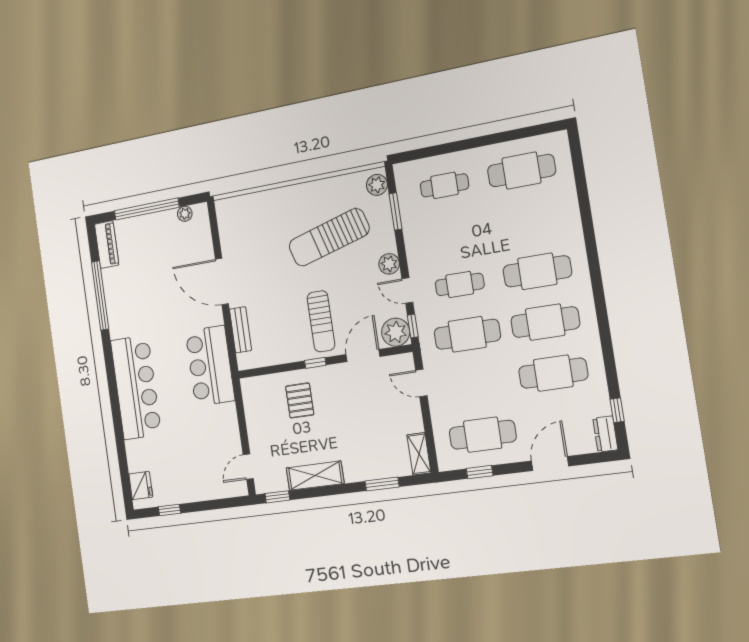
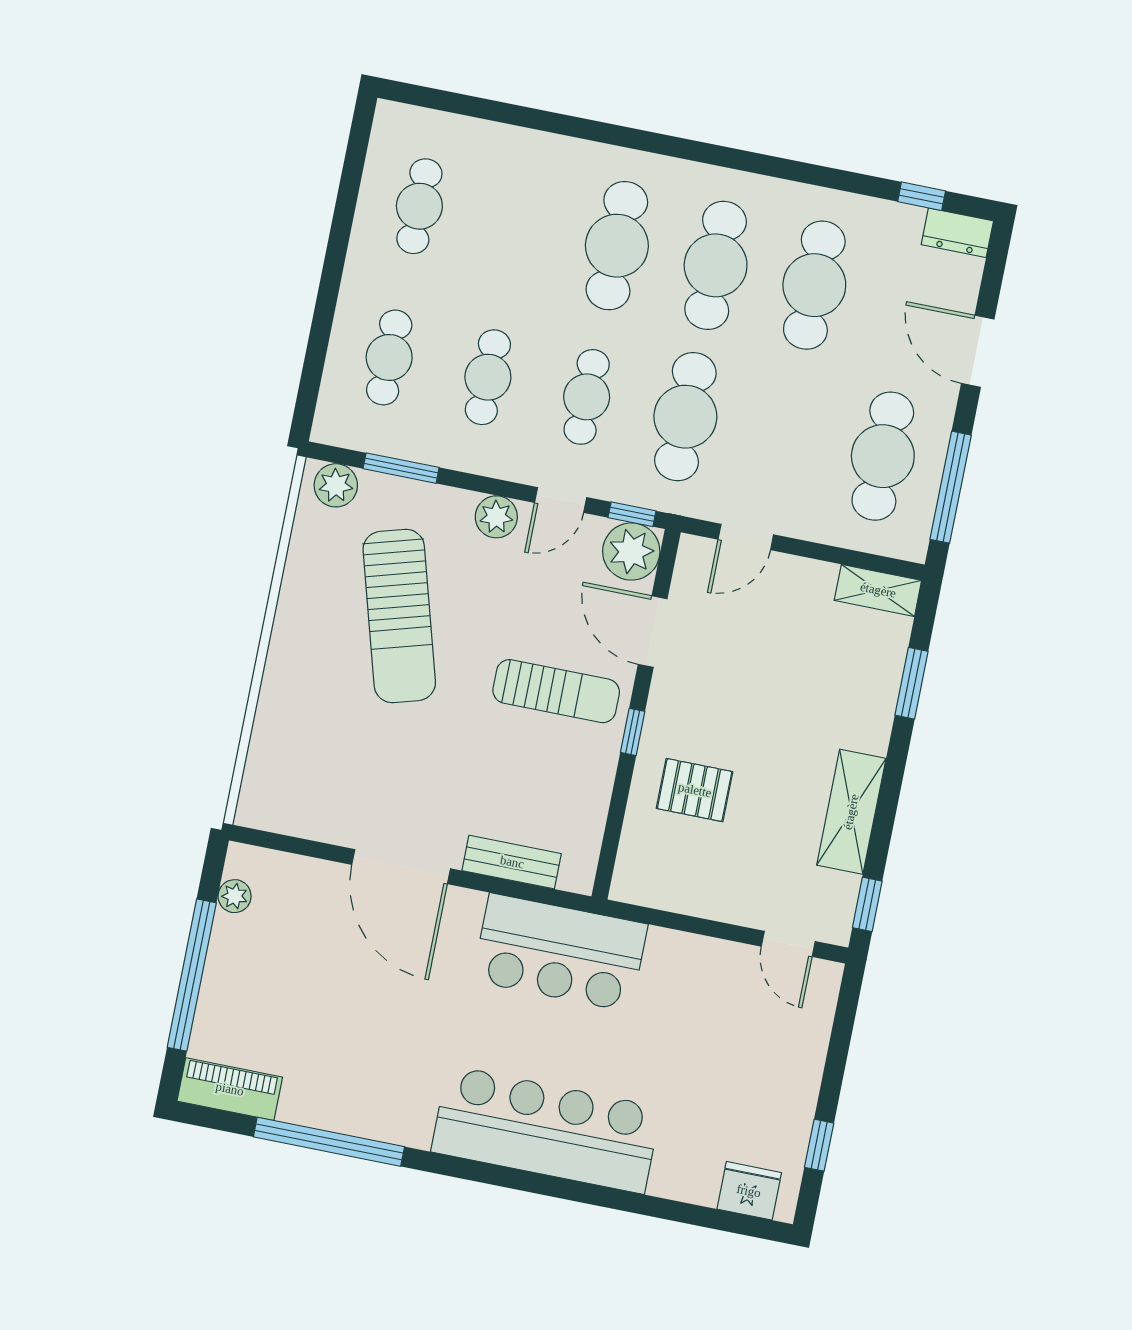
cafe table: (521, 171) -> (419, 206), width x0.73, depth x0.74
cafe table: (452, 235) -> (488, 377), added
door: (222, 282) -> (401, 867), hinge flipped
window: (480, 472) -> (951, 487), width x2.17

